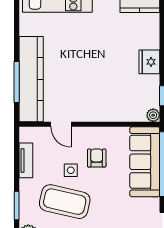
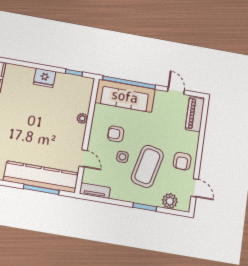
plant: (153, 115) -> (82, 118), moved
door: (61, 124) -> (83, 158), hinge flipped
tv unit: (26, 160) -> (95, 191), moved

